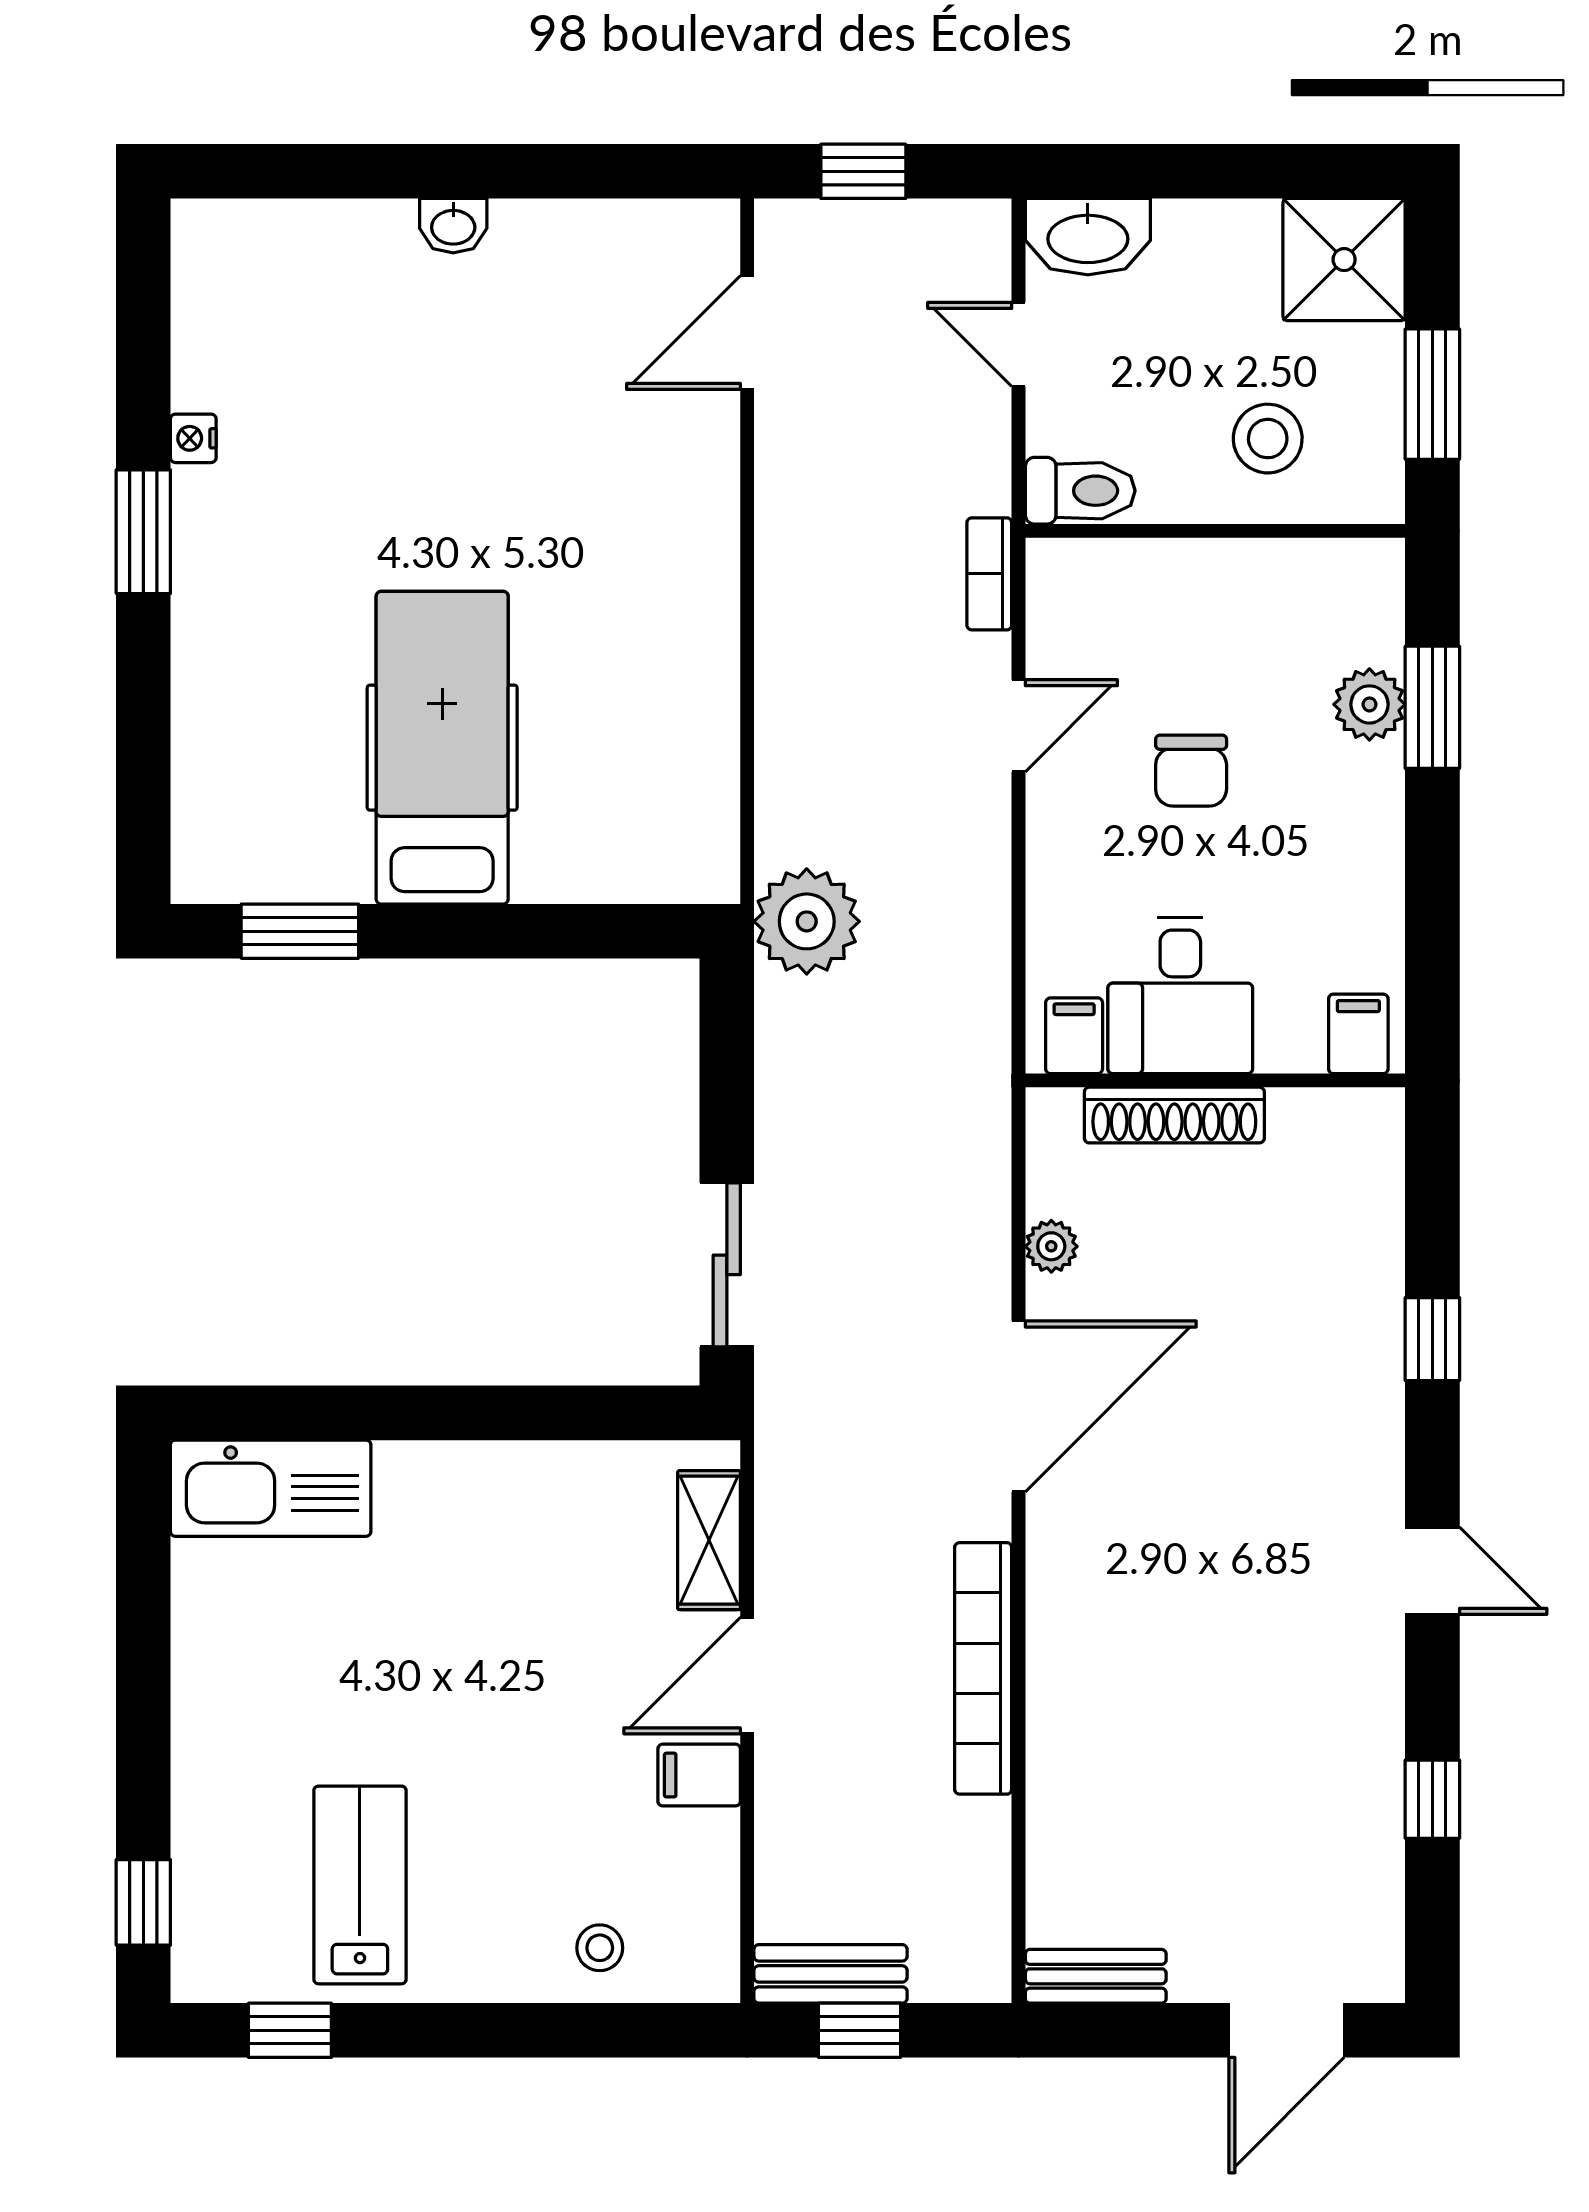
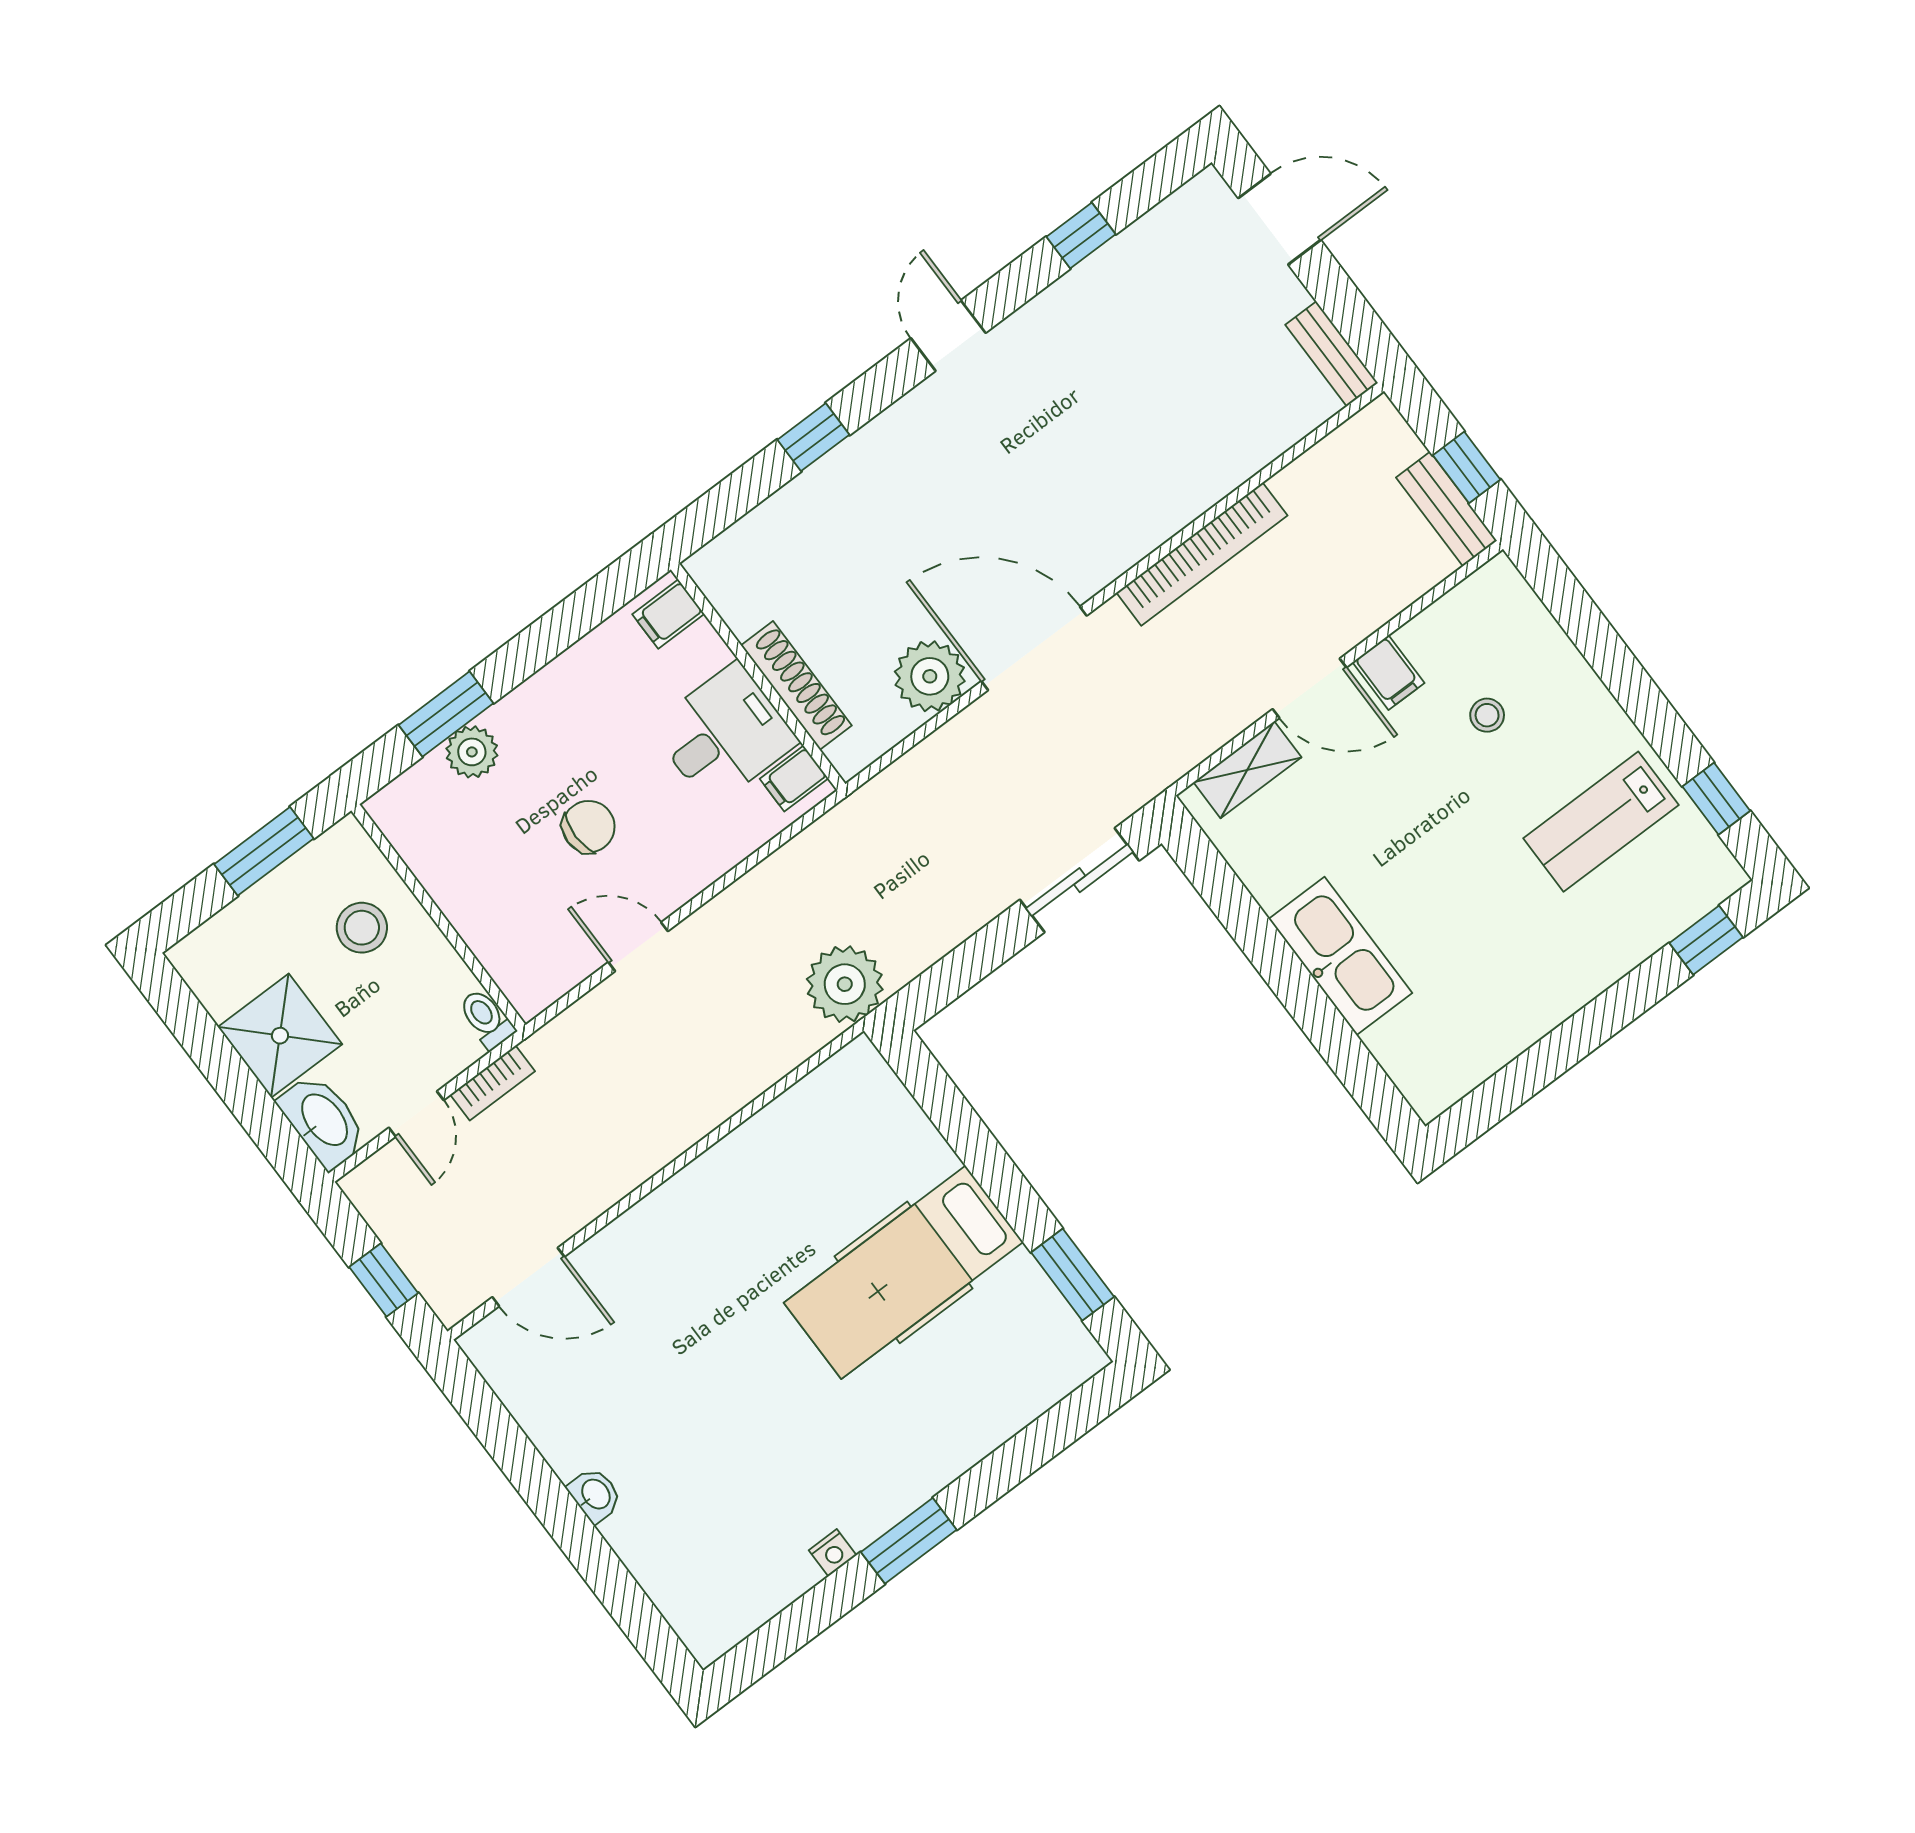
shower: (1344, 260) -> (280, 1036), moved
toilet: (1080, 491) -> (486, 1019), width x0.73, depth x0.72
bookcase: (989, 574) -> (493, 1083), moved
plant: (1051, 1246) -> (930, 676), width x1.88, depth x1.88
kitchen sink: (271, 1488) -> (1340, 956), moved
stool: (600, 1948) -> (1487, 715), moved

